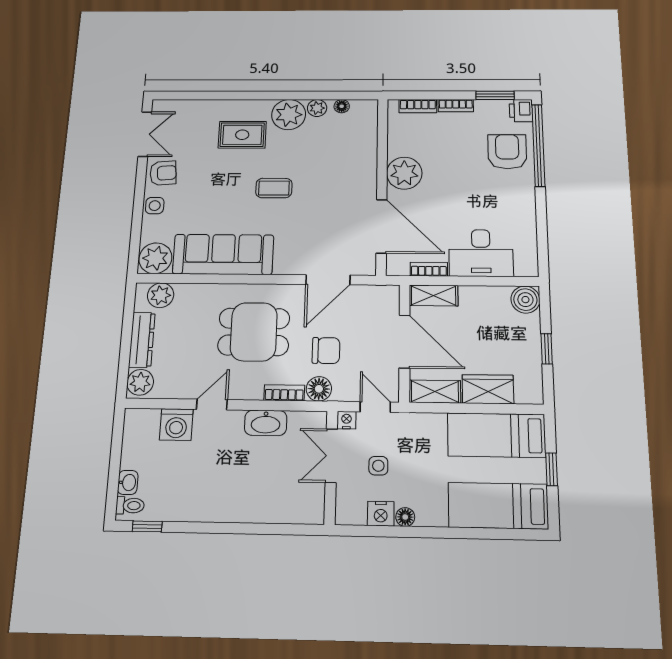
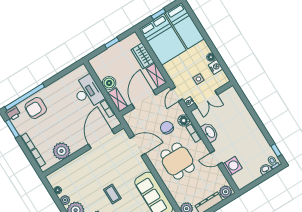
plant: (404, 173) -> (61, 151), moved
boiler: (525, 300) -> (109, 83), moved
bed: (496, 435) -> (163, 39), width x1.50

